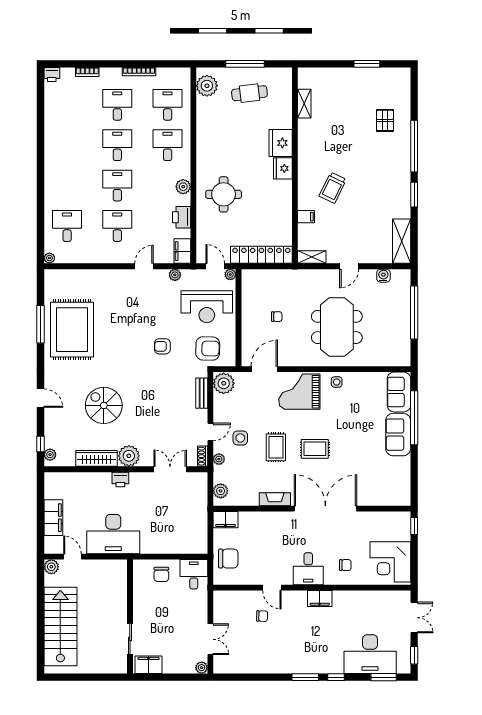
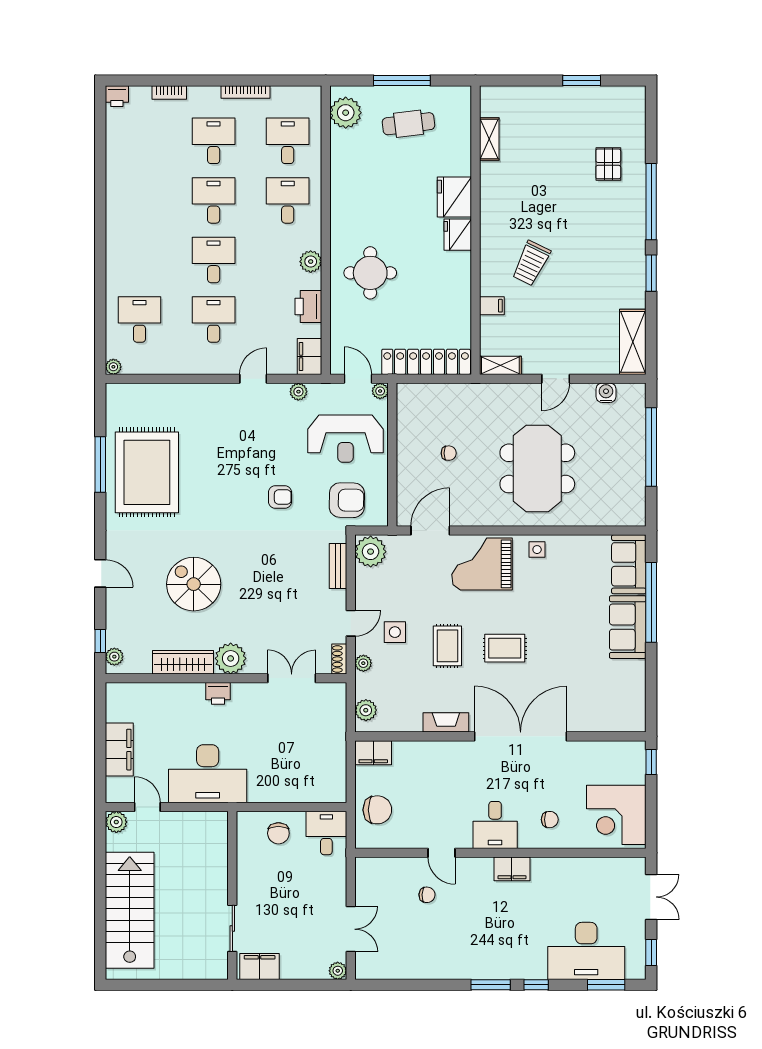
armchair: (162, 346) -> (280, 497), turned 180

